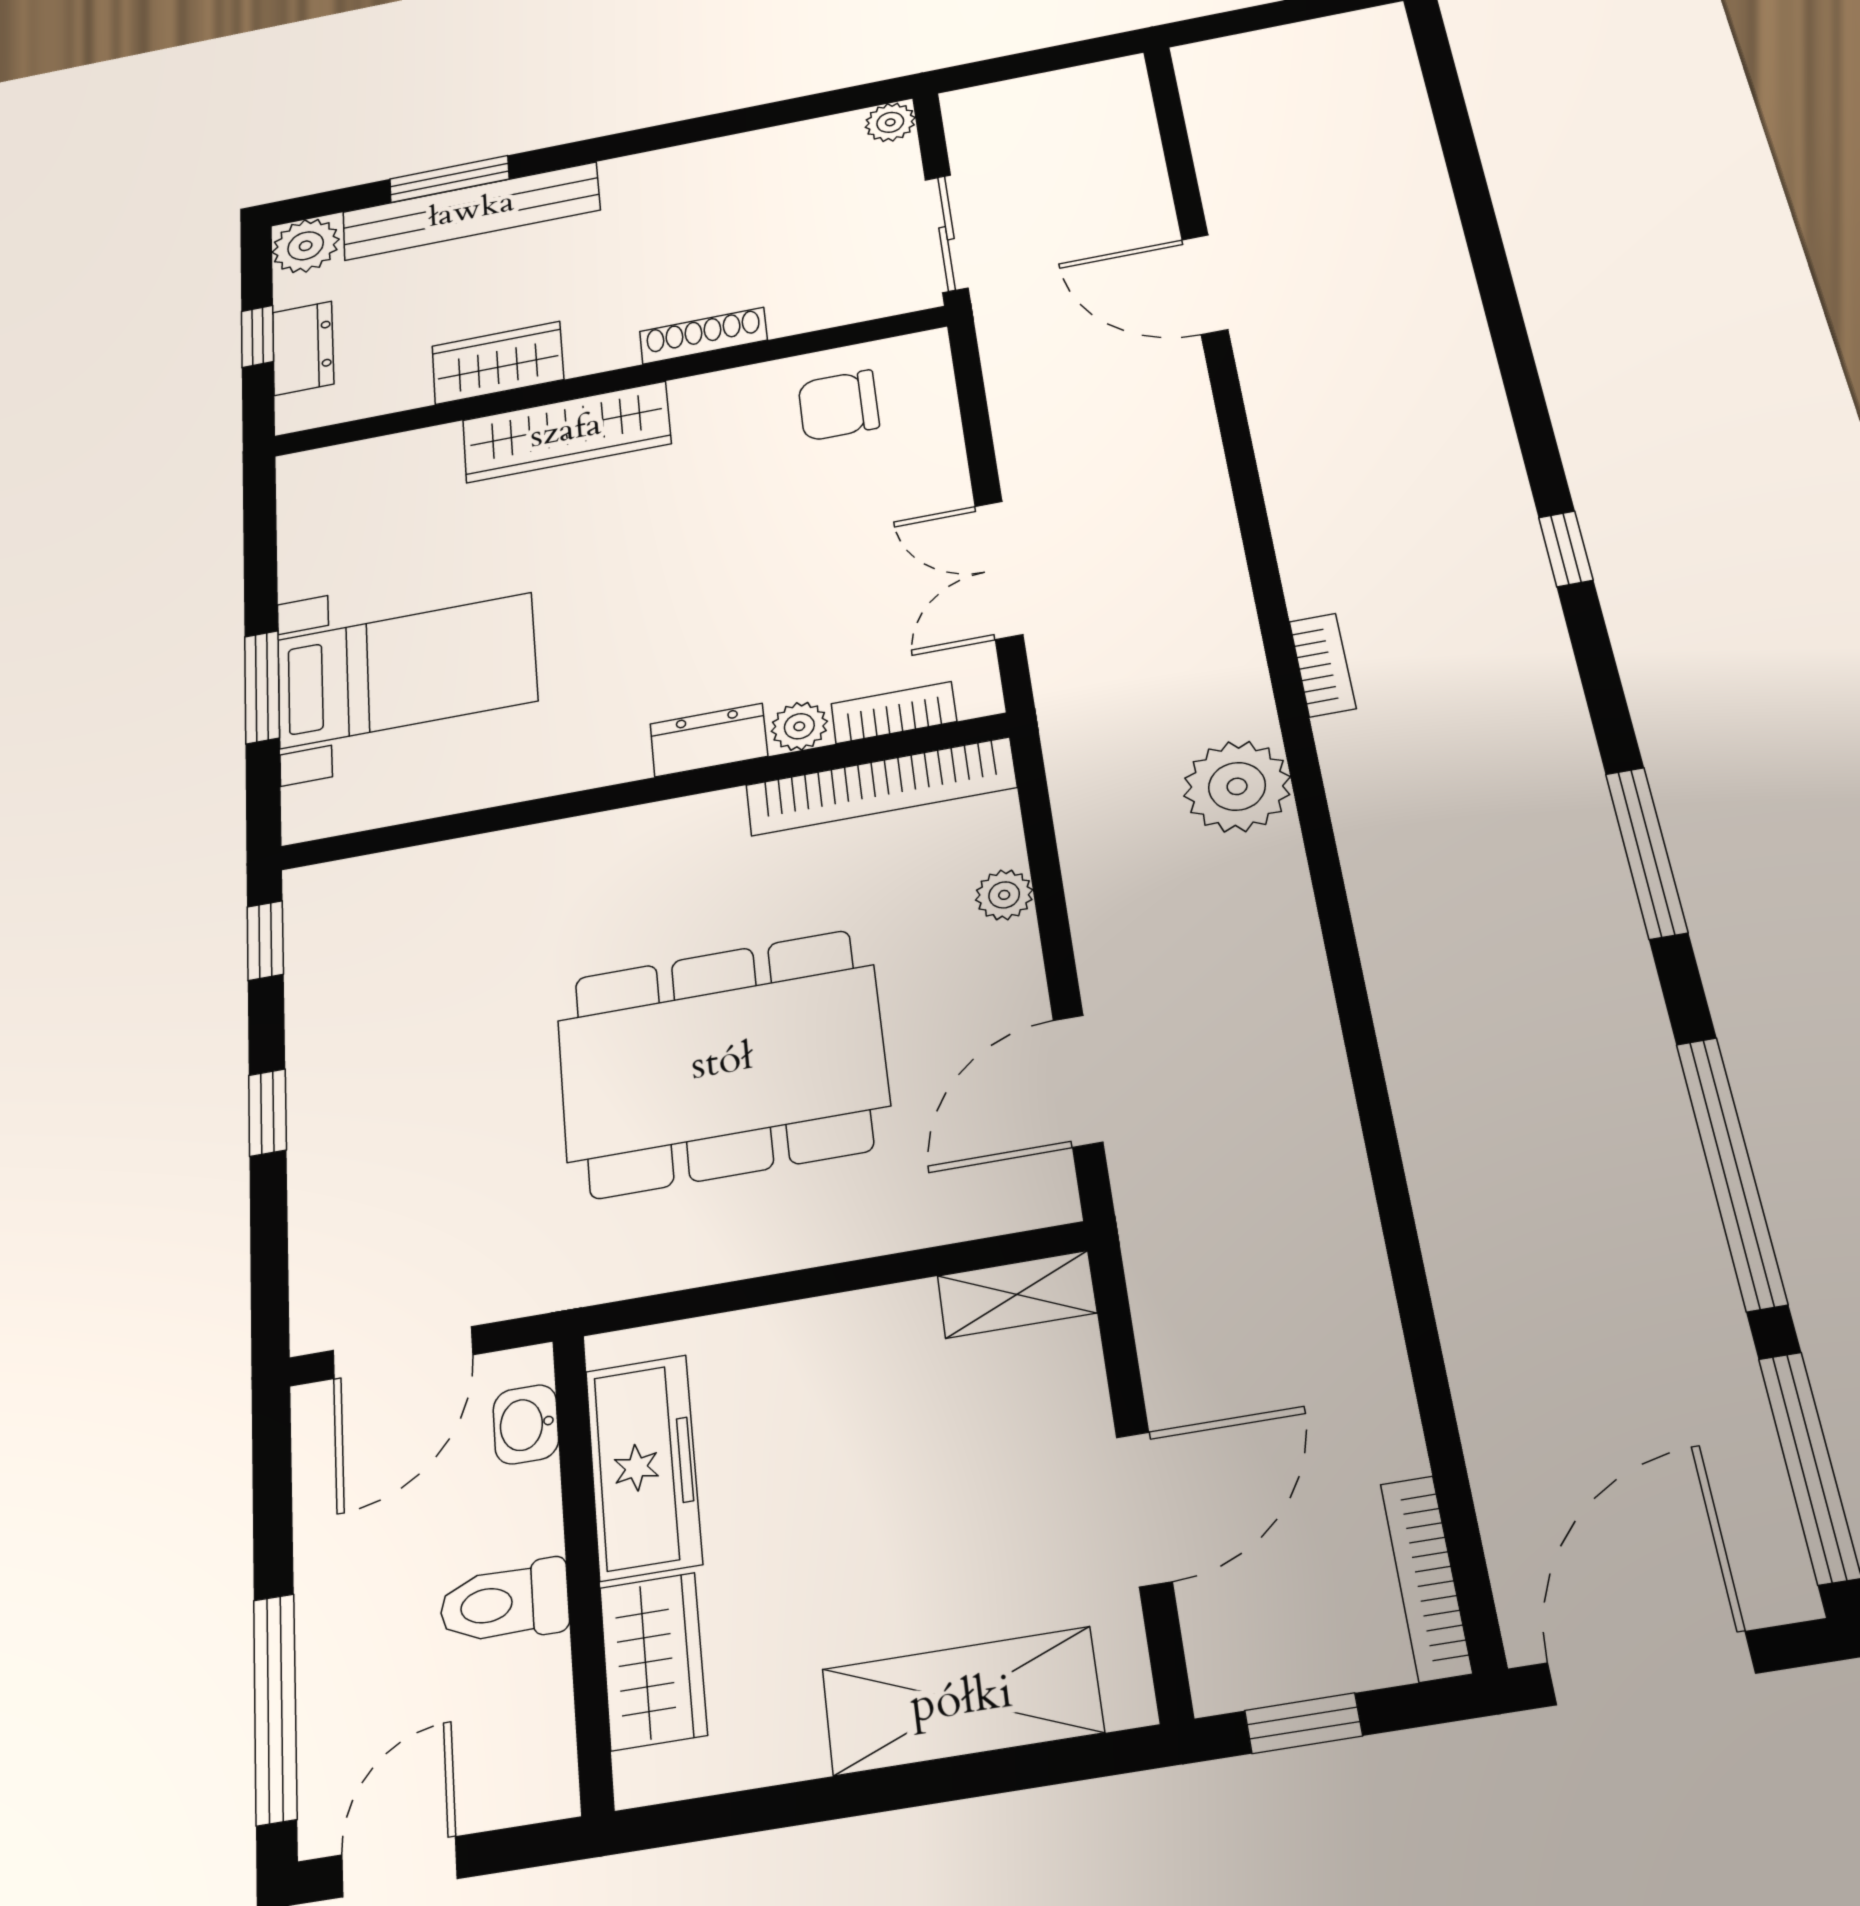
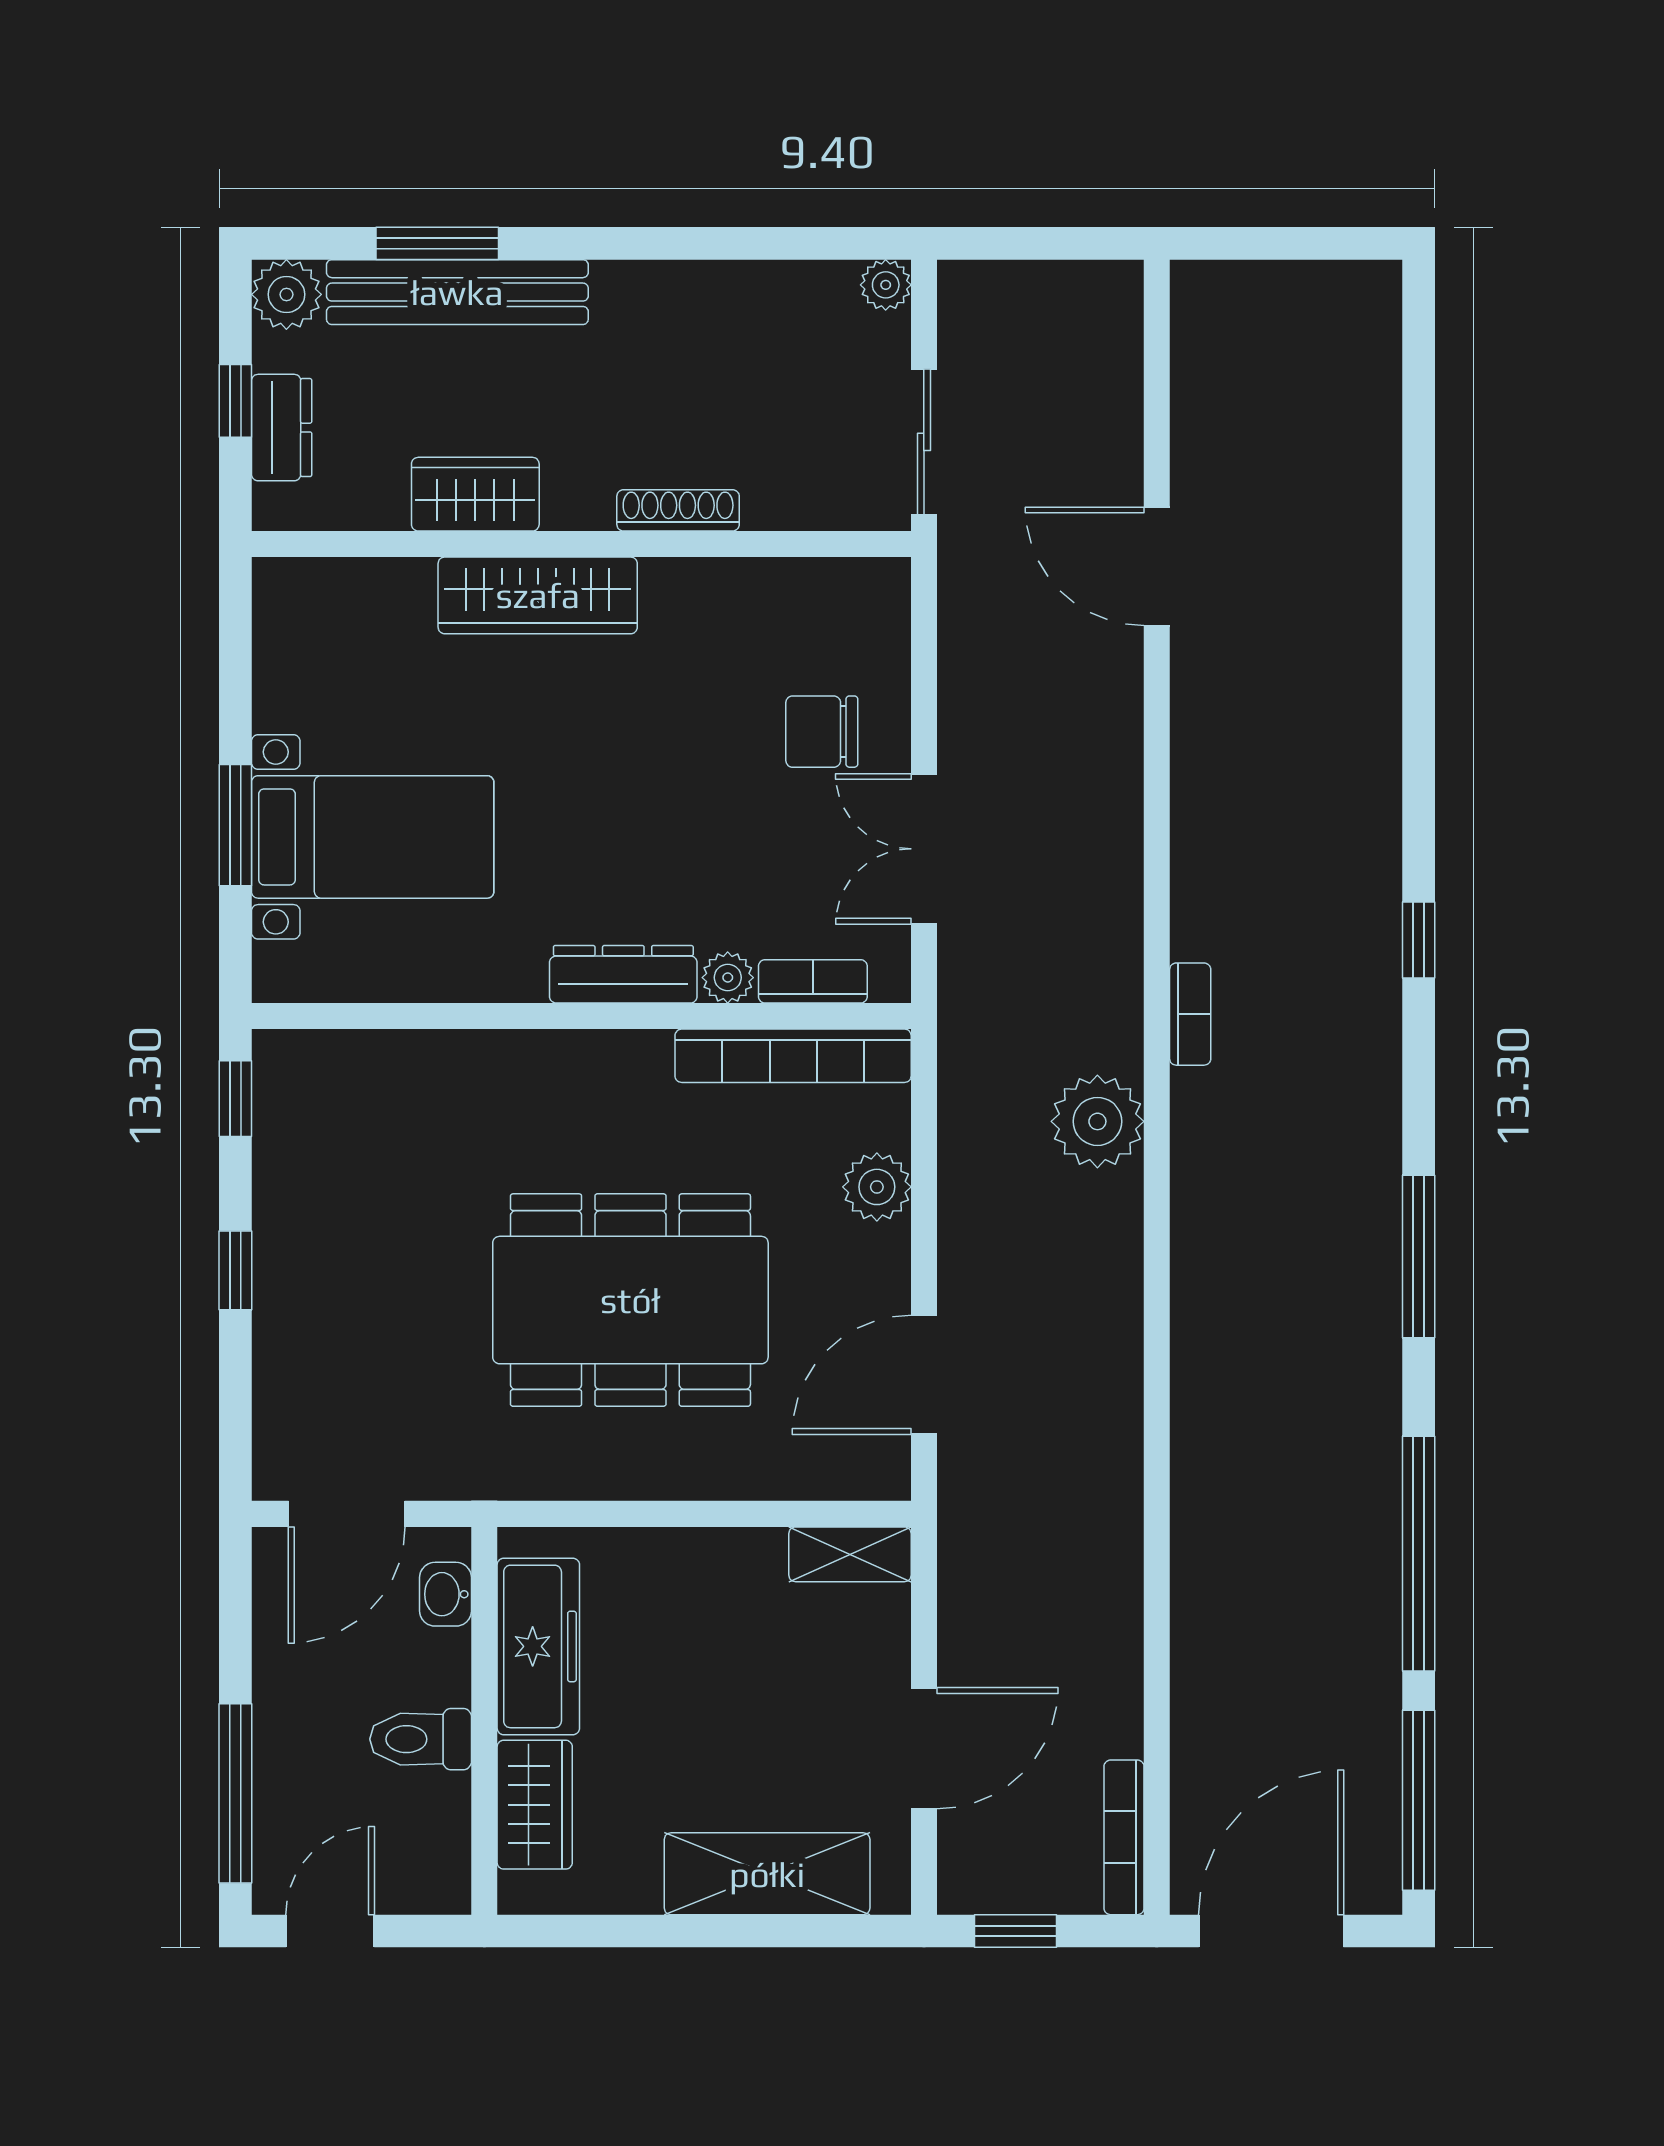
chair: (839, 405) -> (822, 732), moved
dresser: (709, 740) -> (623, 974), width x1.44
plant: (1004, 895) -> (877, 1187), width x1.38, depth x1.38

